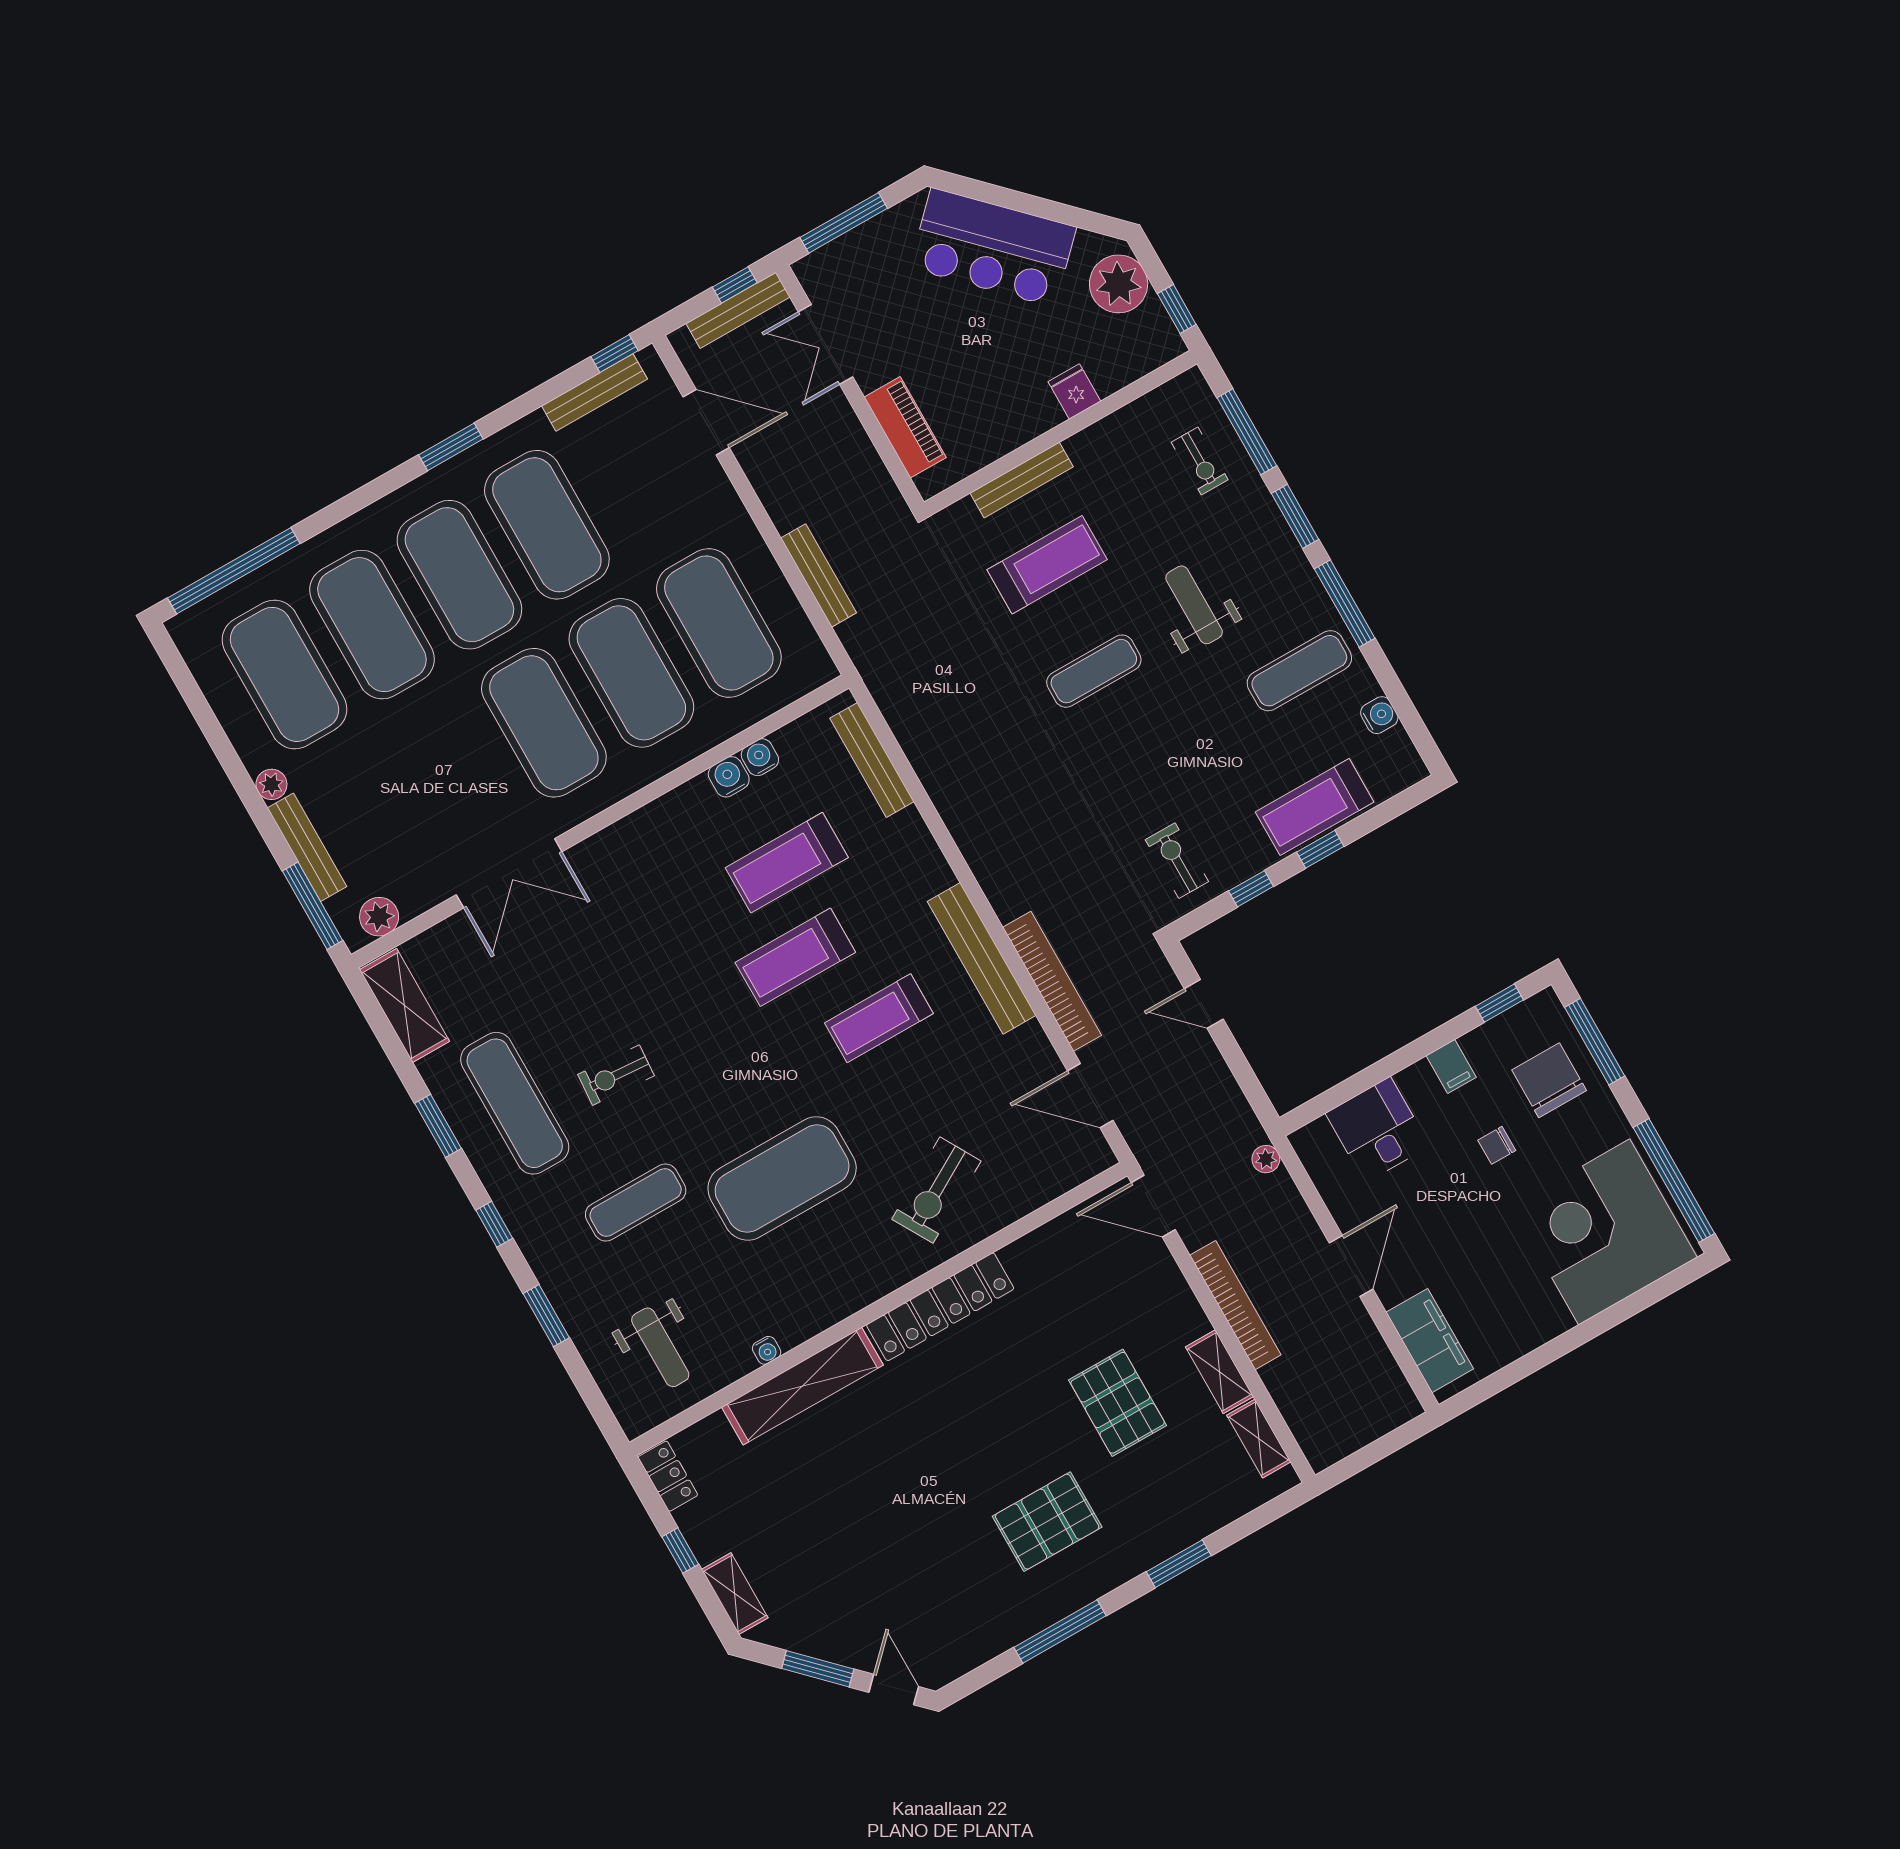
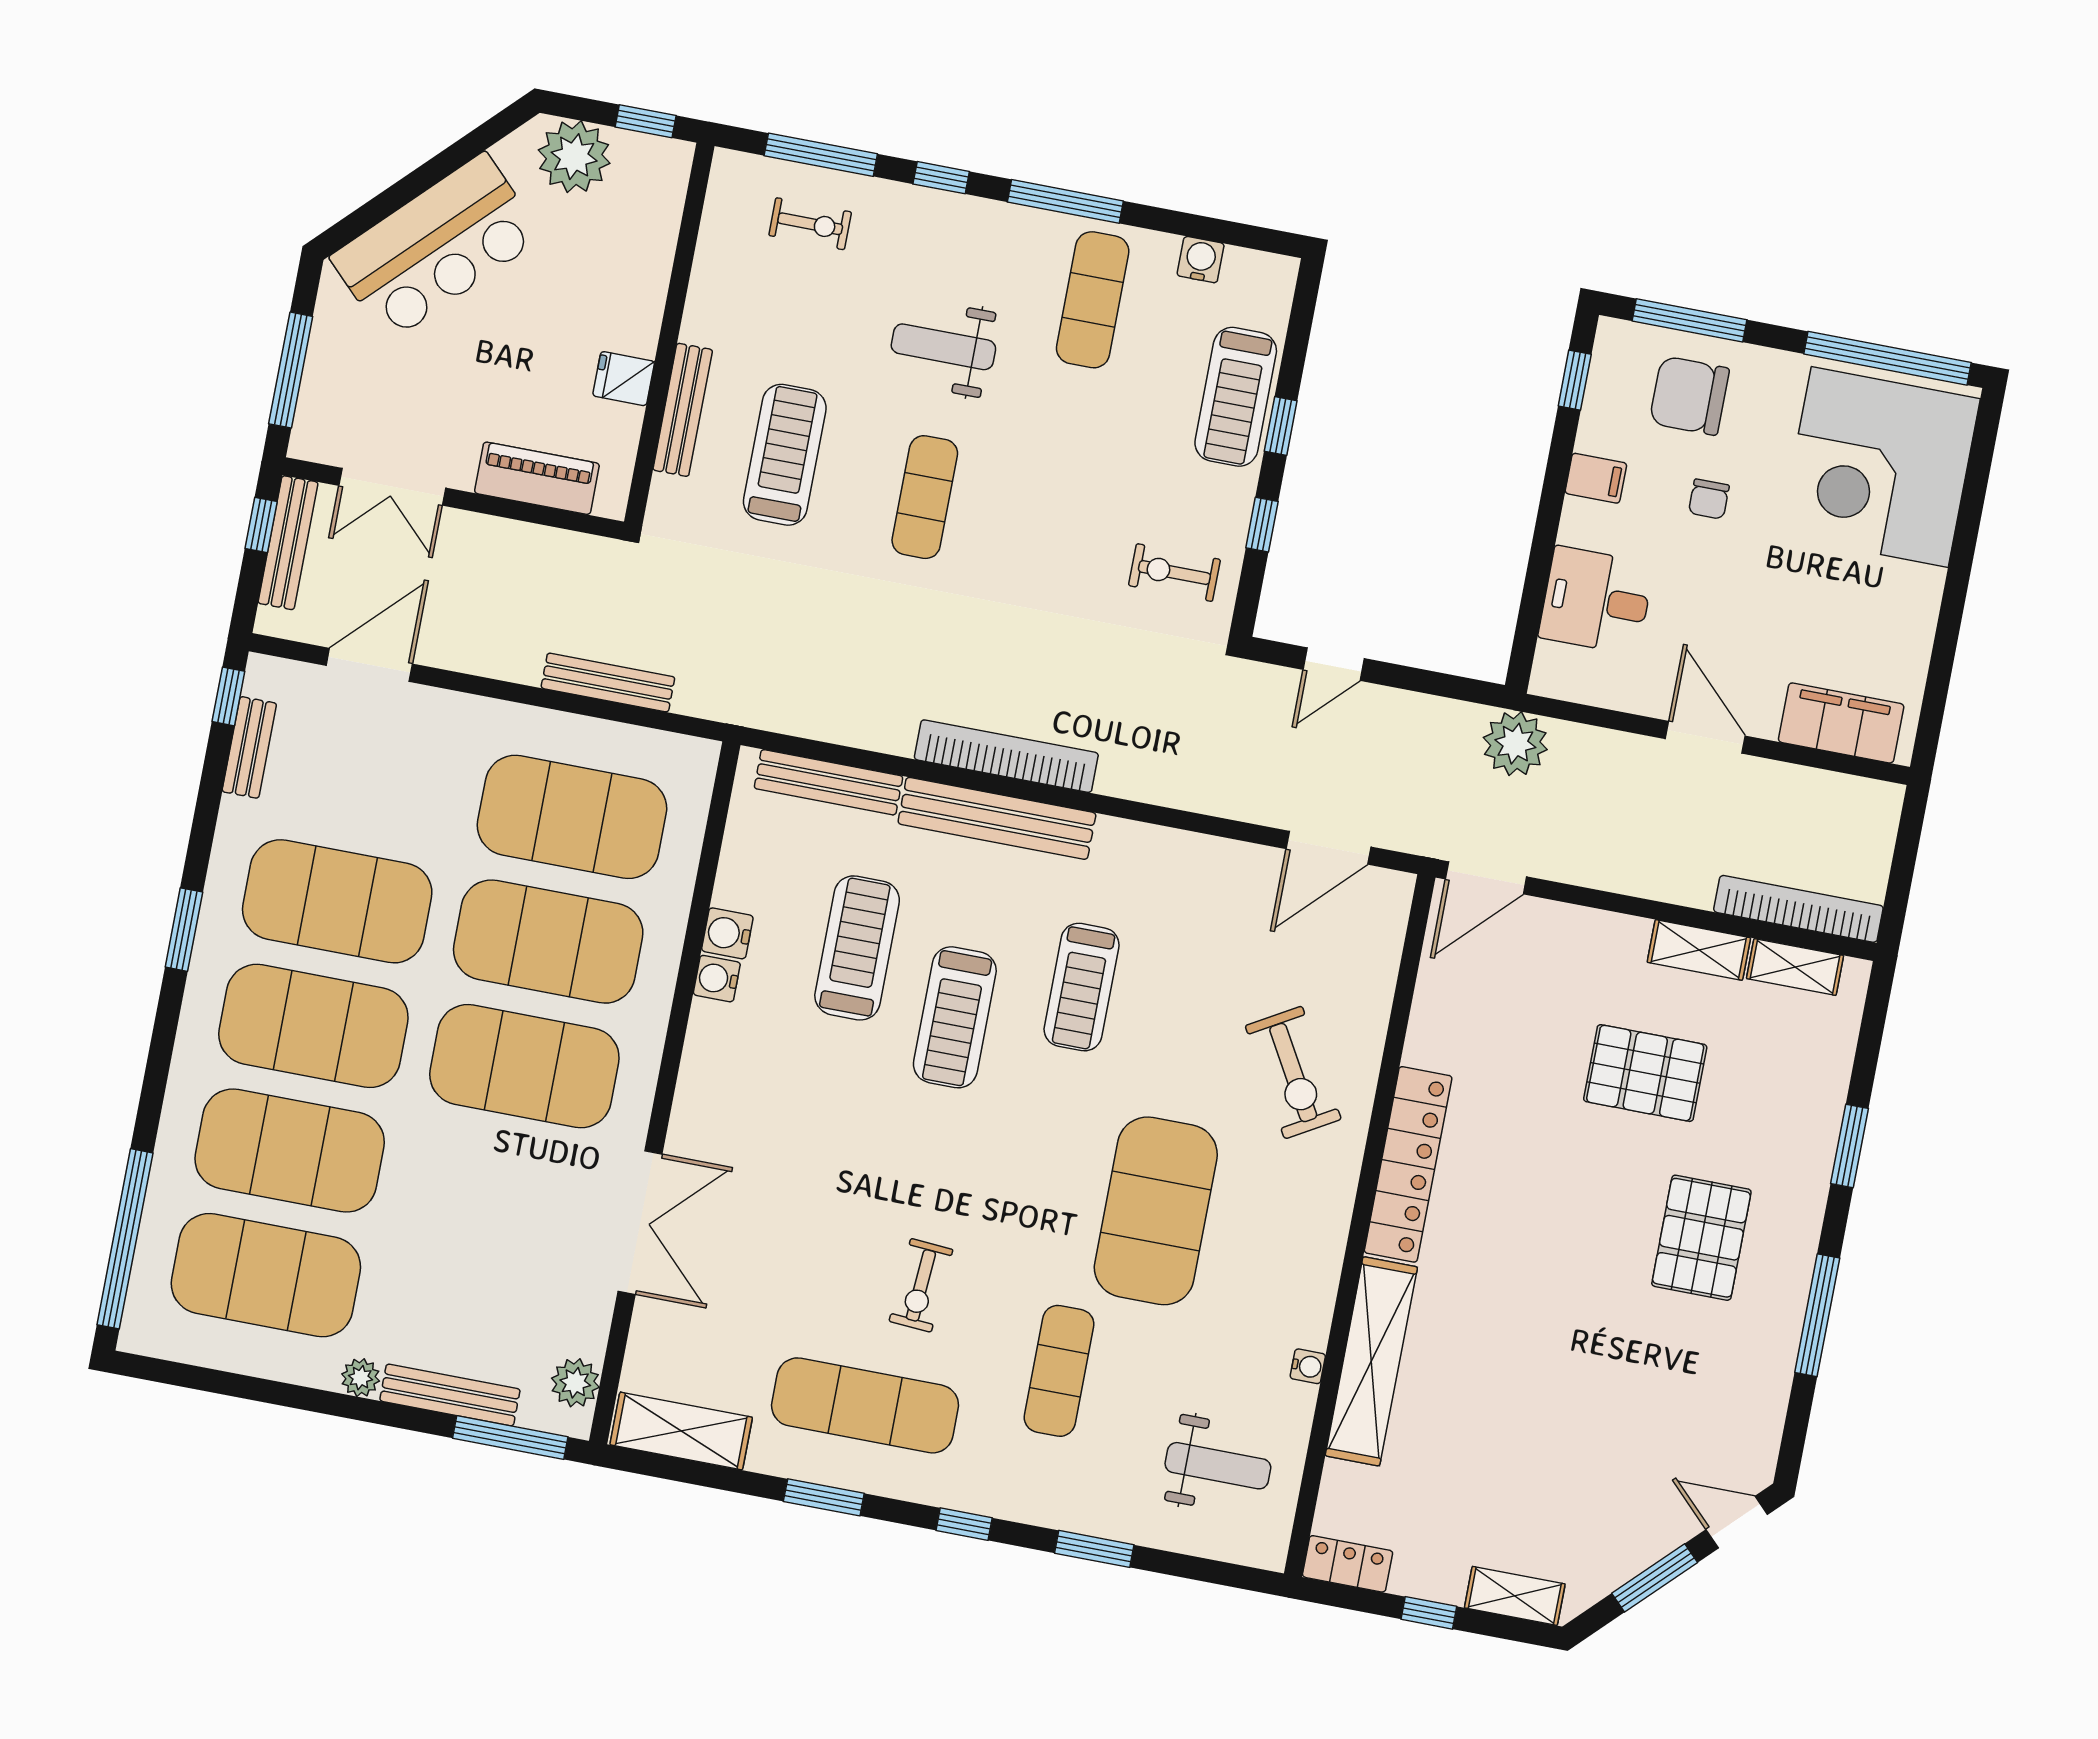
bench: (594, 392) -> (249, 747), width x0.73
fridge: (1074, 392) -> (624, 379), moved
window: (1295, 516) -> (941, 178), width x0.67
water cooler: (760, 757) -> (717, 979), moved
treadmill: (787, 863) -> (857, 948), turned 180
bench: (982, 958) -> (997, 818), moved
bookcase: (1052, 981) -> (1006, 756), moved
plant: (1266, 1159) -> (1515, 744), width x1.88, depth x1.88
bookcase: (1235, 1305) -> (1798, 909), moved

